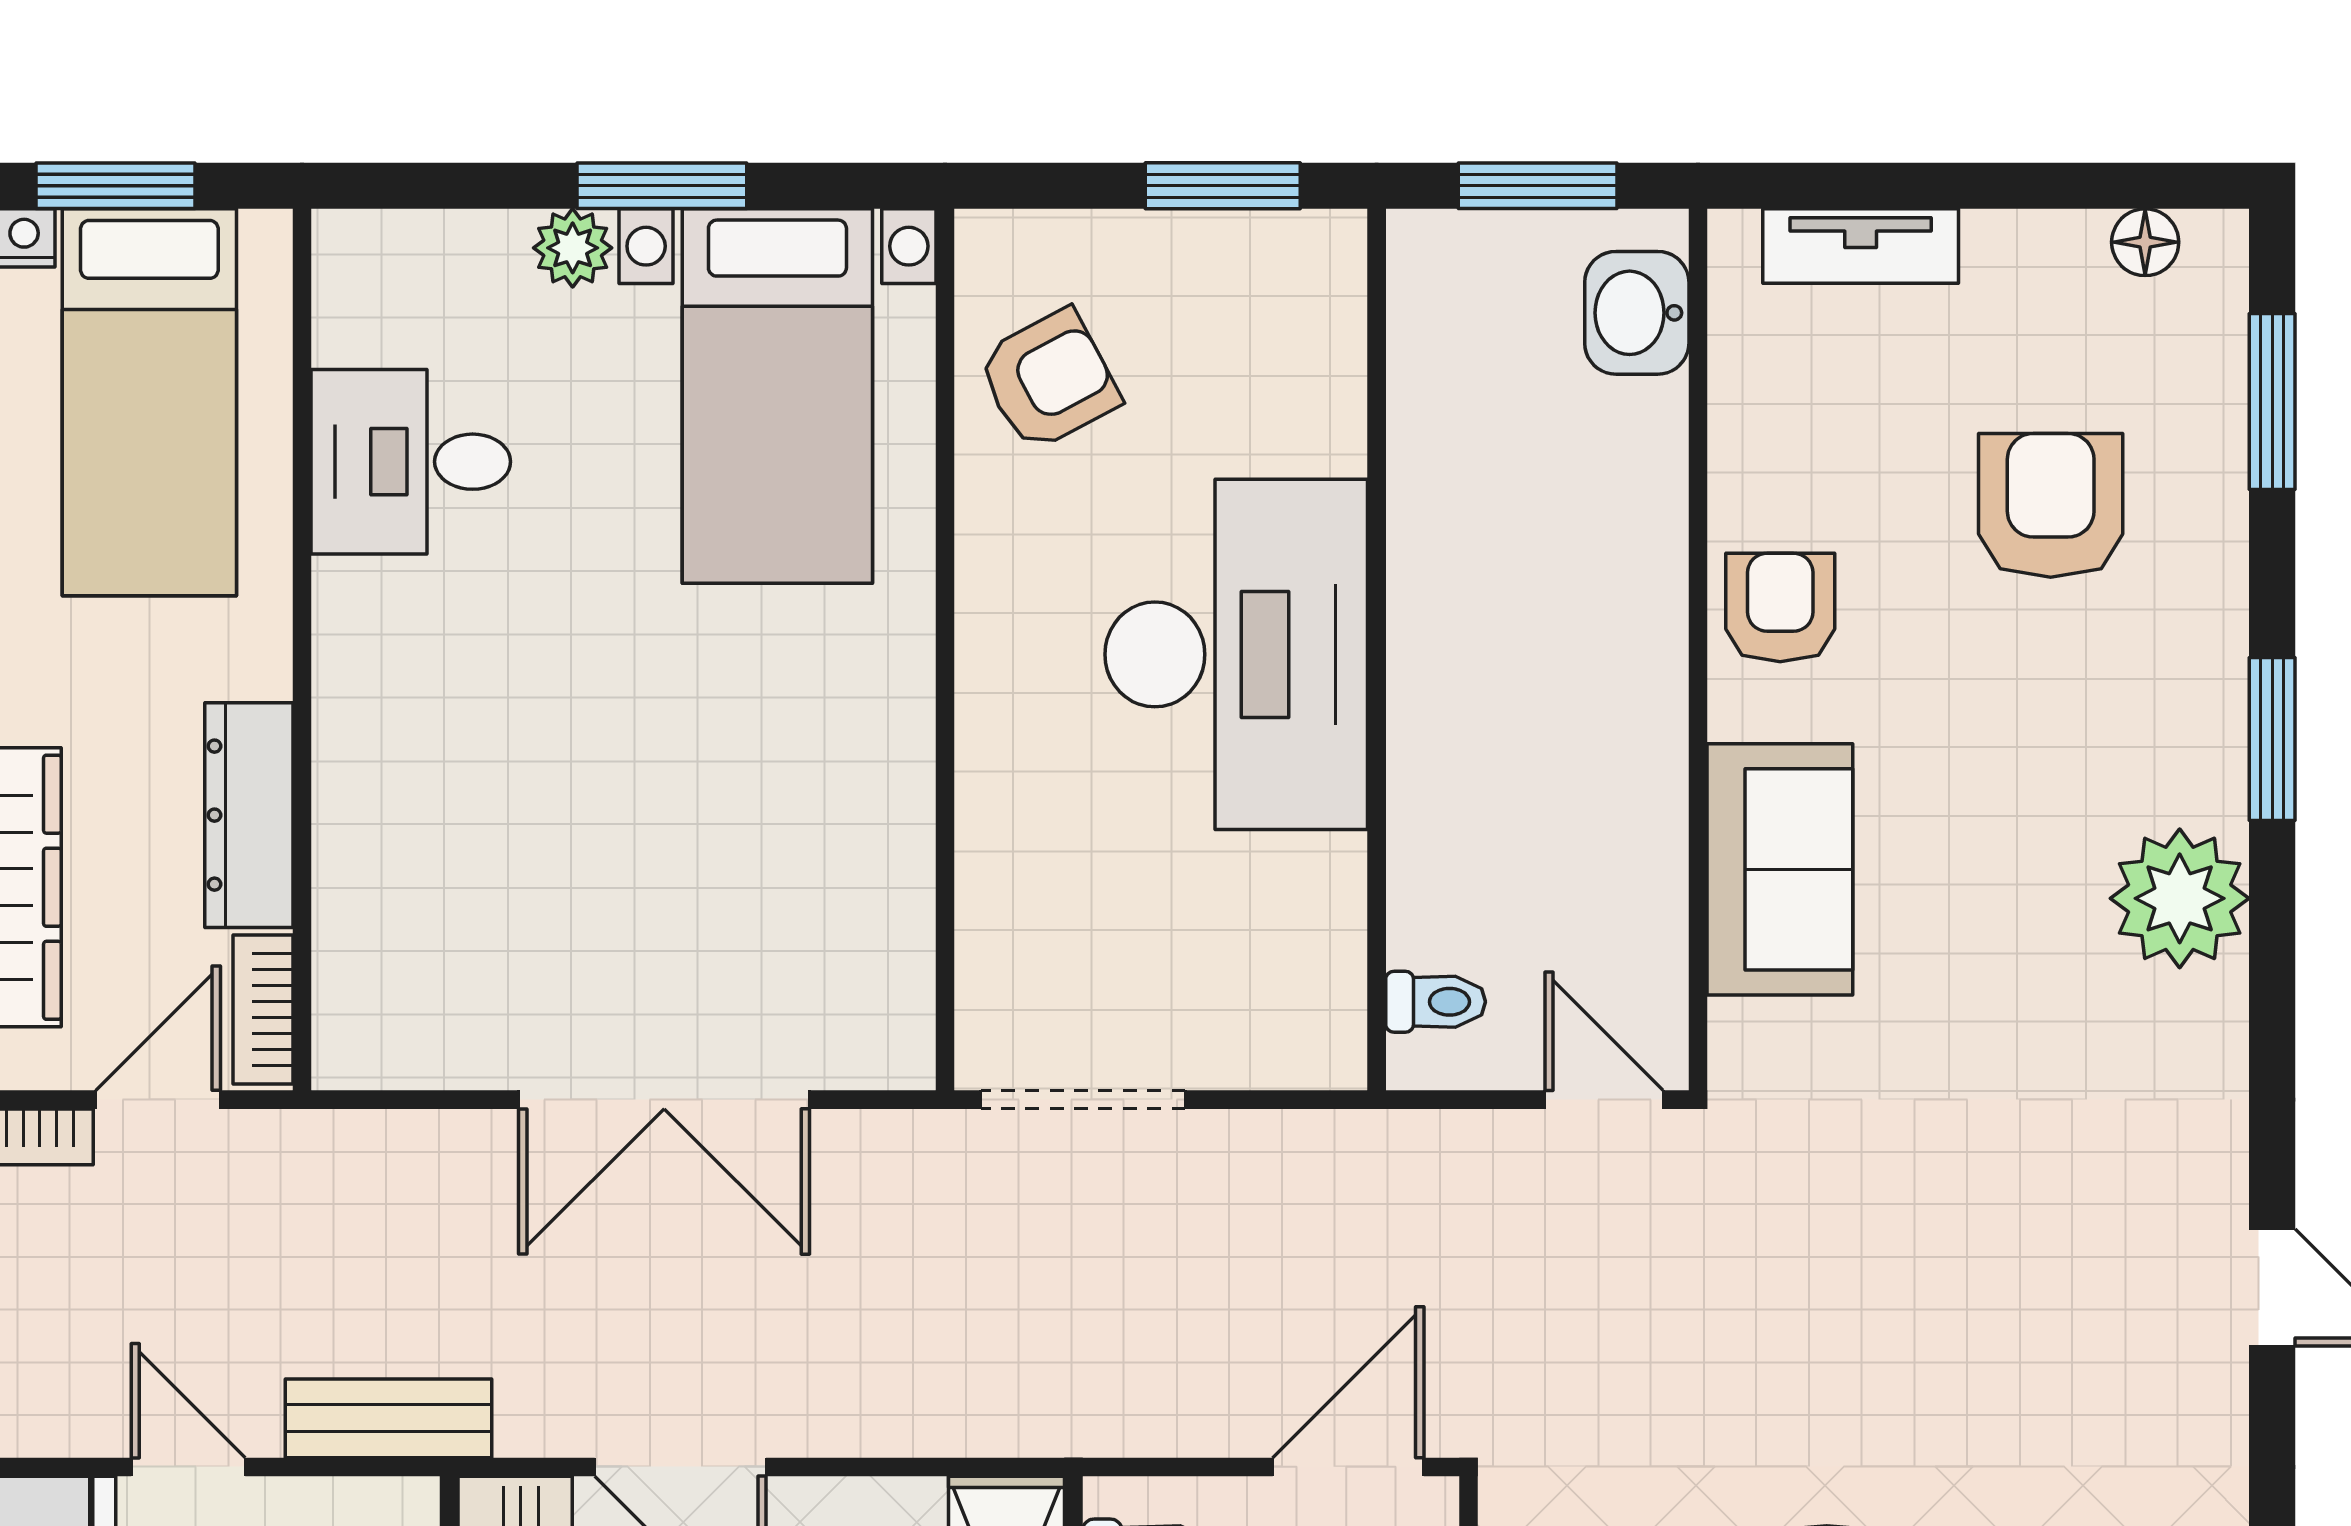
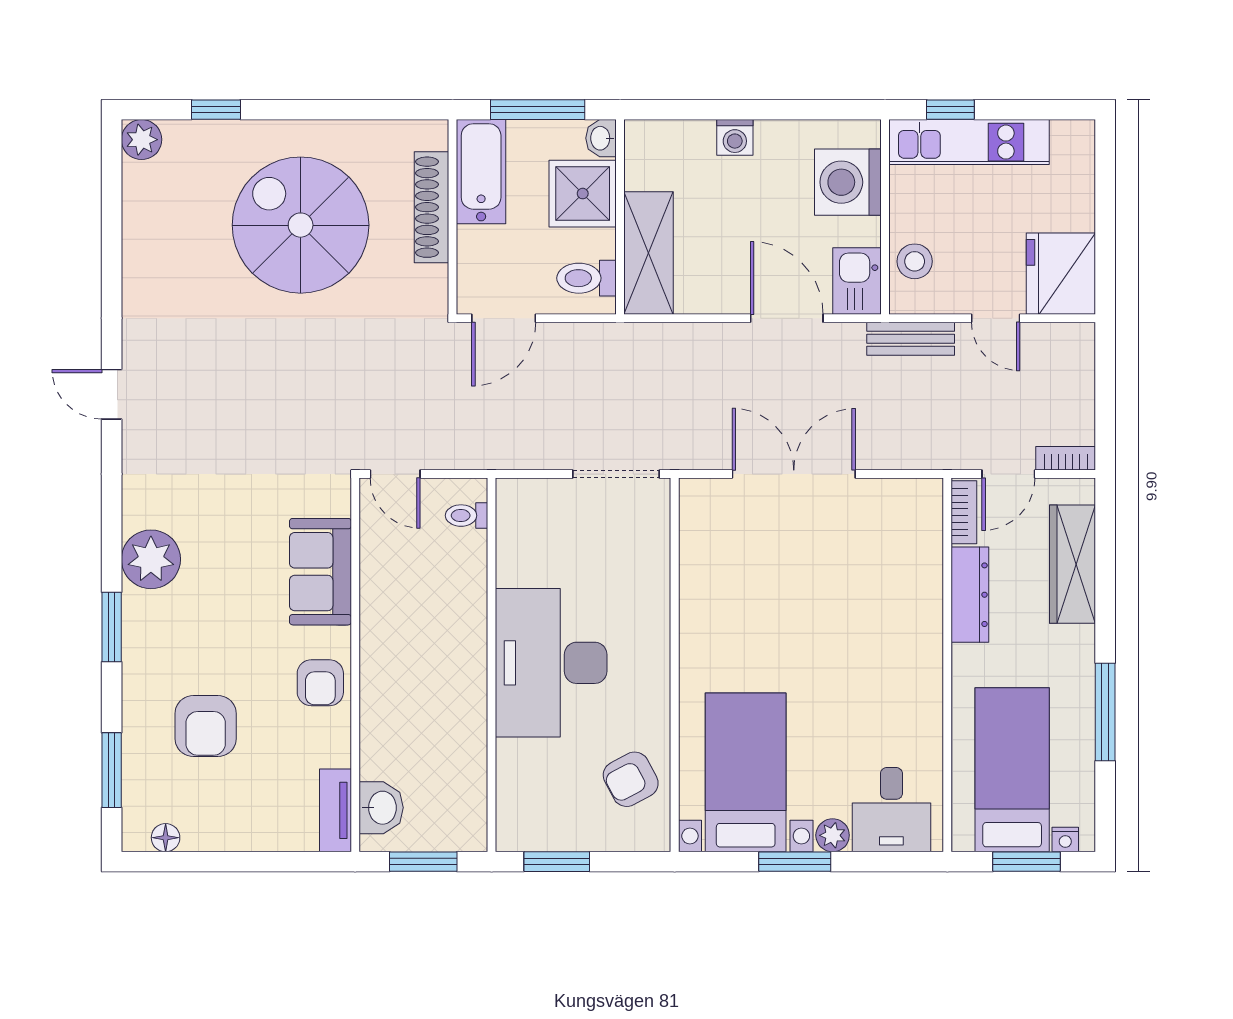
tv unit: (1861, 246) -> (335, 810), moved, turned -90
desk: (411, 462) -> (891, 810), moved, turned 90

